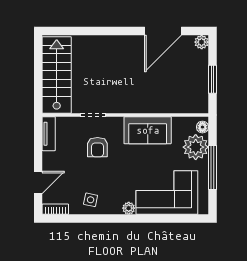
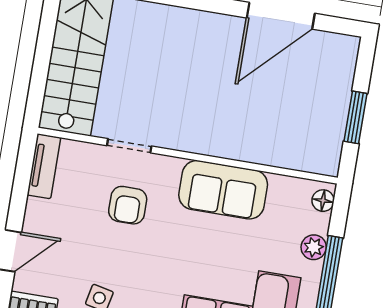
plant: (202, 42) -> (347, 47), removed
plant: (196, 147) -> (314, 247), width x0.53, depth x0.53

